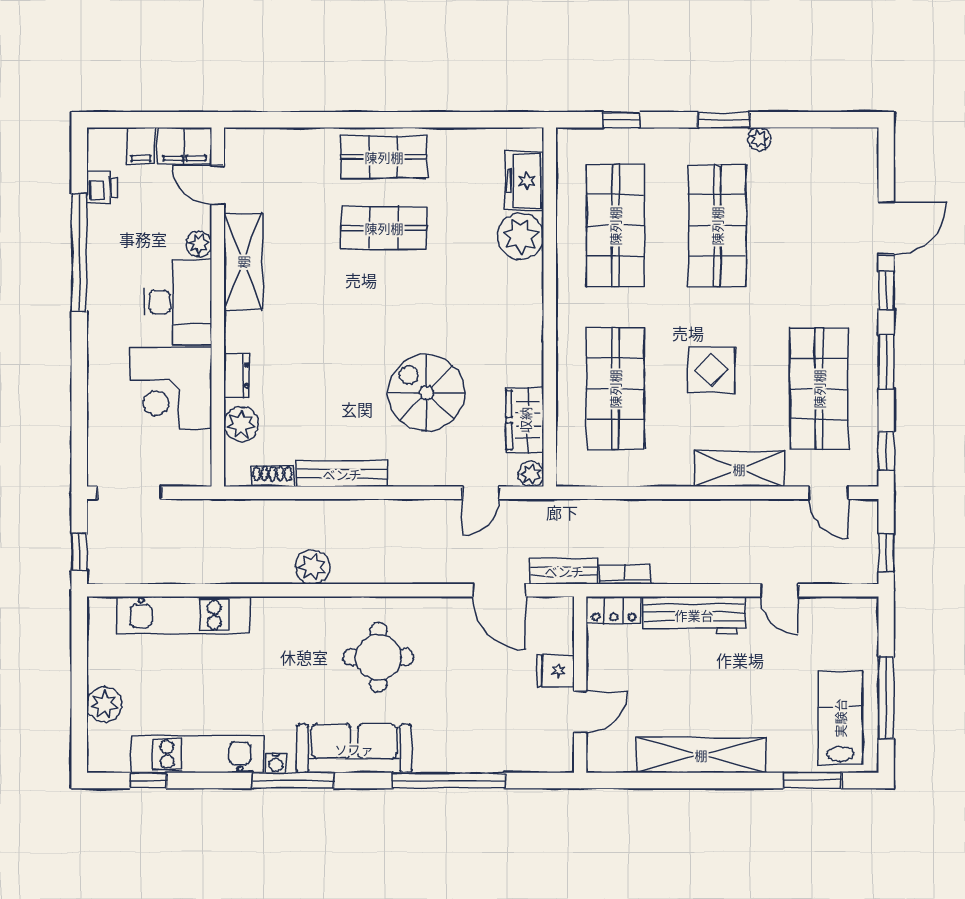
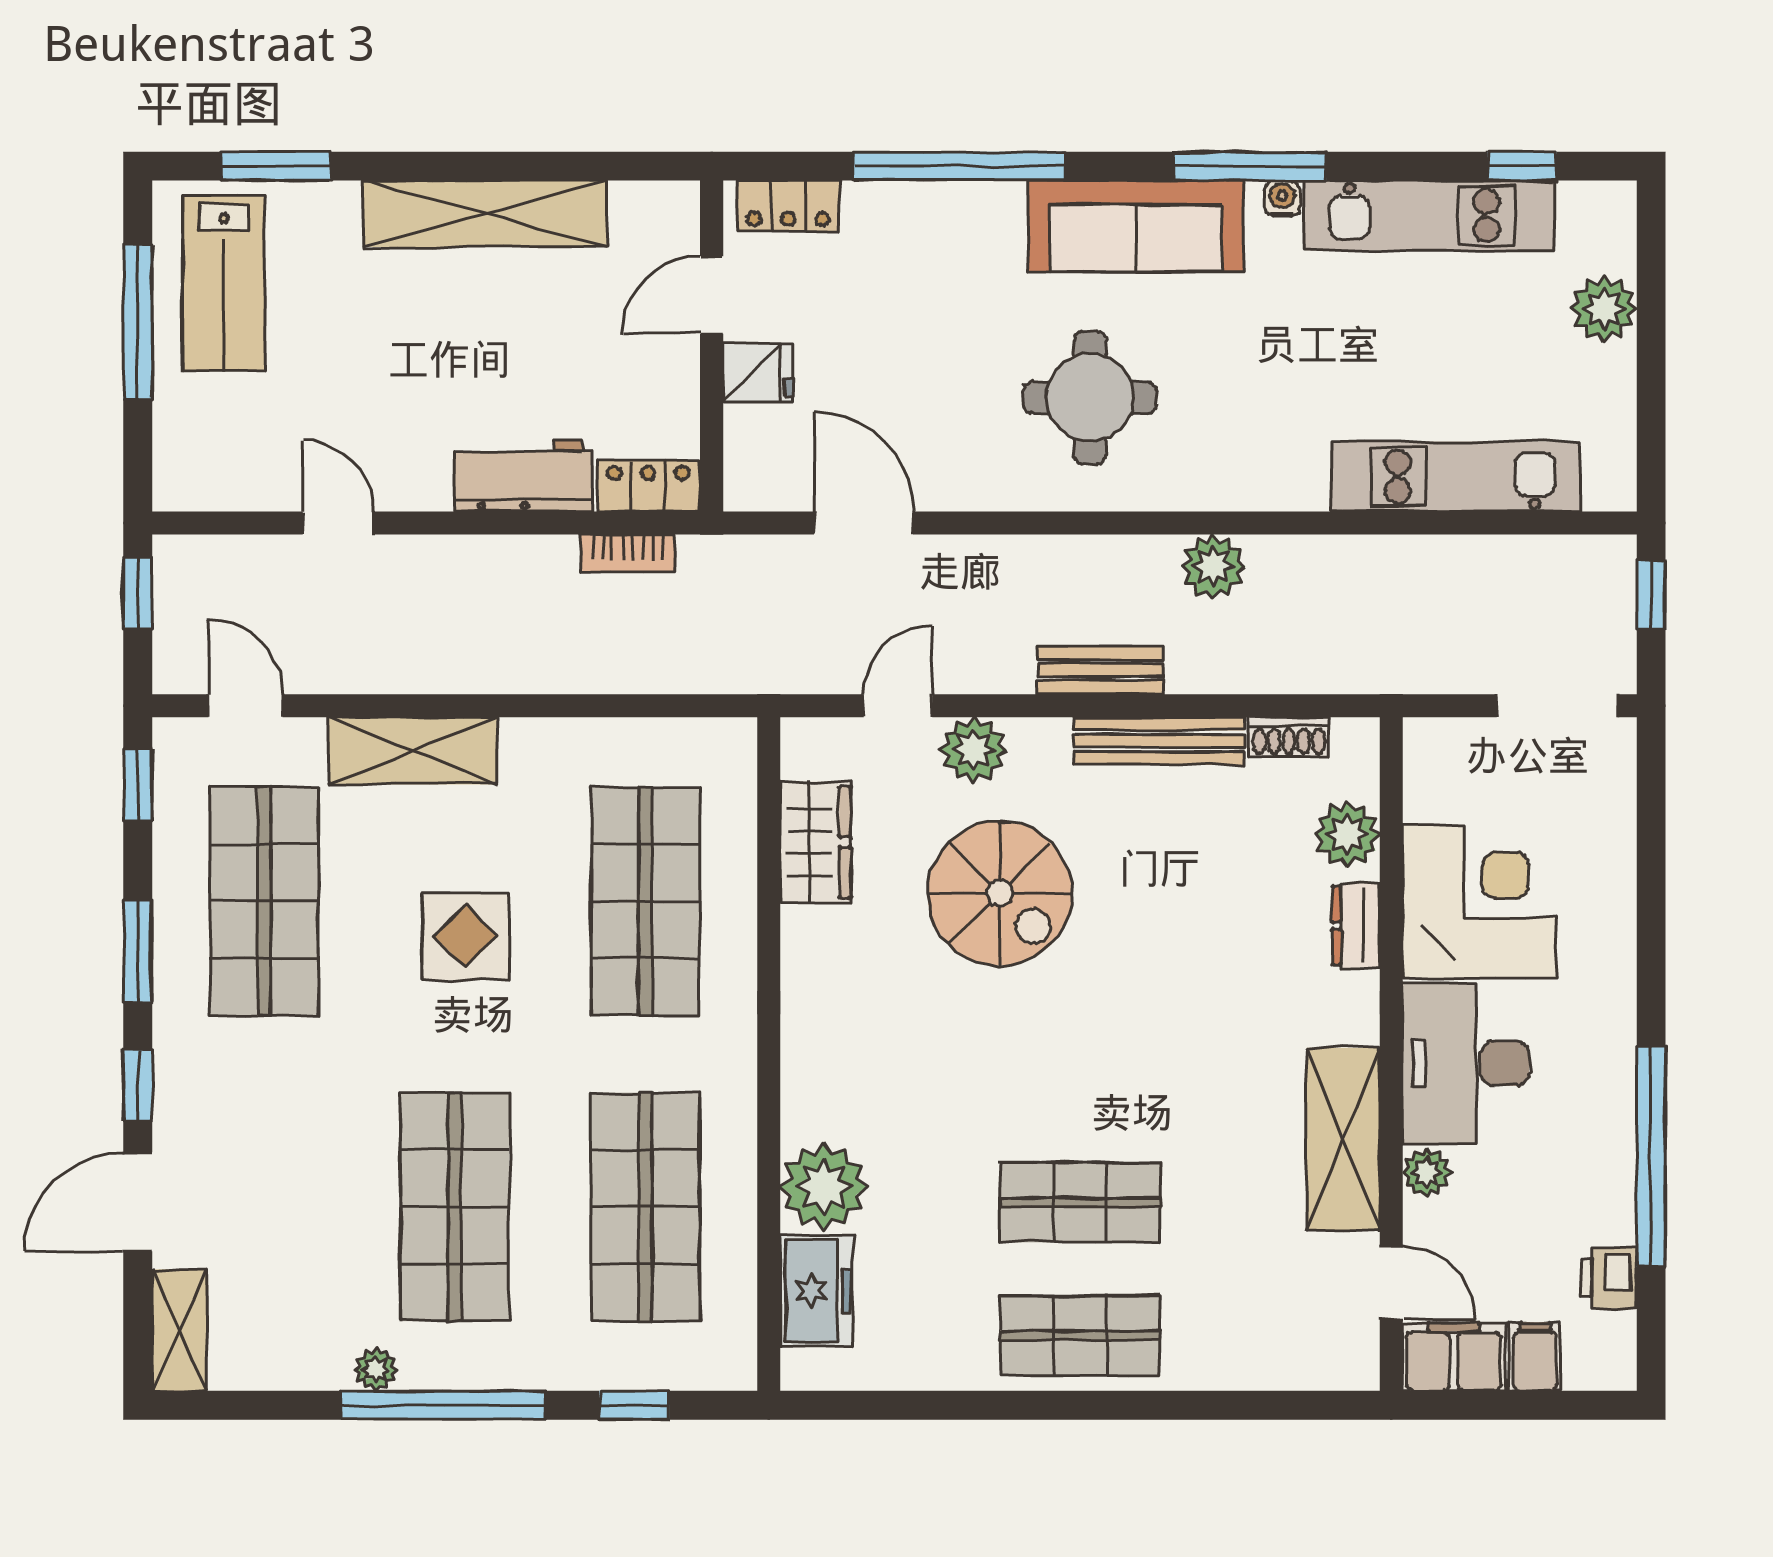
window: (724, 120) -> (443, 1405), width x2.11
shelving: (864, 160) -> (179, 1330), added
plant: (531, 474) -> (974, 750), moved, width x1.38, depth x1.38
bench: (564, 571) -> (1100, 670), moved
workbench: (694, 615) -> (524, 476), width x0.73
locker: (539, 759) -> (788, 206), added

